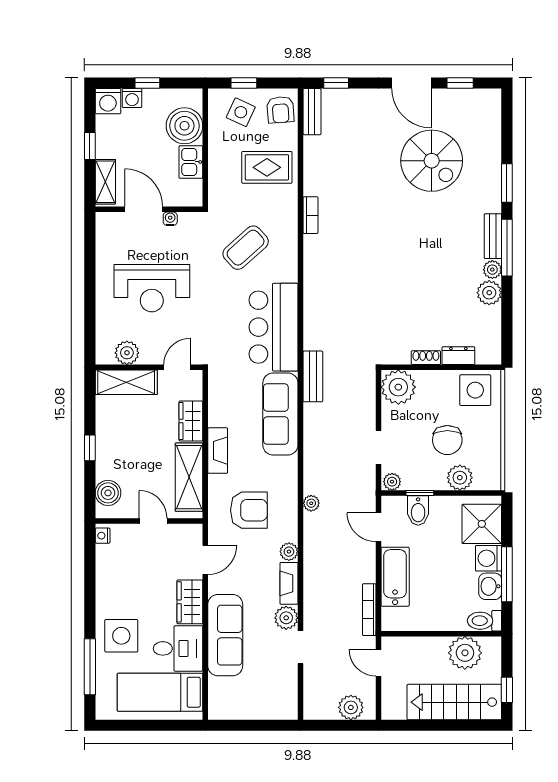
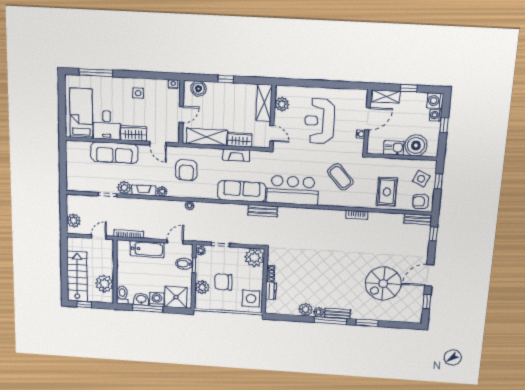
fireplace: (218, 451) -> (236, 155), moved
side table: (121, 636) -> (138, 93), moved, width x0.54, depth x0.54

